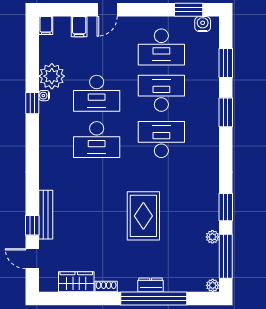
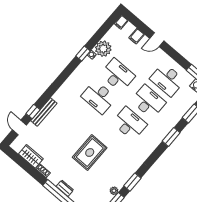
desk: (97, 93) -> (118, 75), turned 180

